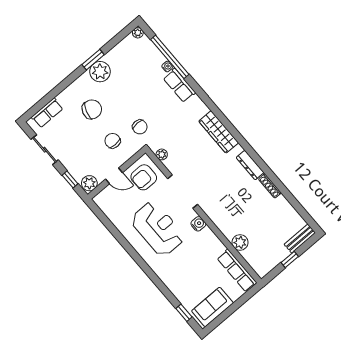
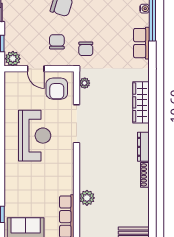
water cooler: (167, 66) -> (144, 9), moved
armchair: (144, 177) -> (57, 89), turned -90
water cooler: (198, 224) -> (68, 158), removed

